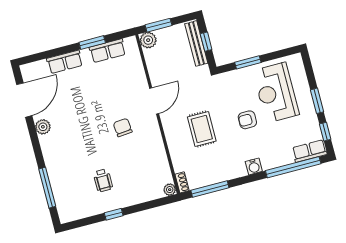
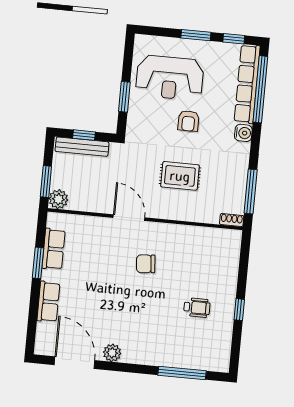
row of seats: (310, 151) -> (247, 84), width x2.02
plant: (170, 190) -> (235, 237), removed

